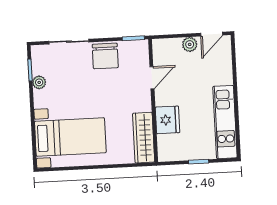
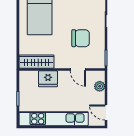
plant: (190, 44) -> (100, 86), moved
chair: (105, 56) -> (81, 38), moved, turned 180
kitchen unit: (225, 122) -> (54, 119), width x1.36

